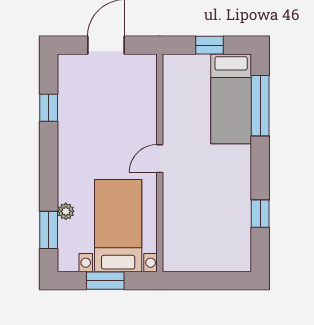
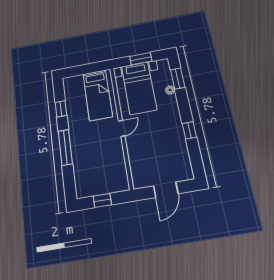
bed: (231, 99) -> (98, 95), moved, turned 180
window: (260, 106) -> (65, 147), moved
window: (49, 108) -> (189, 130), moved

